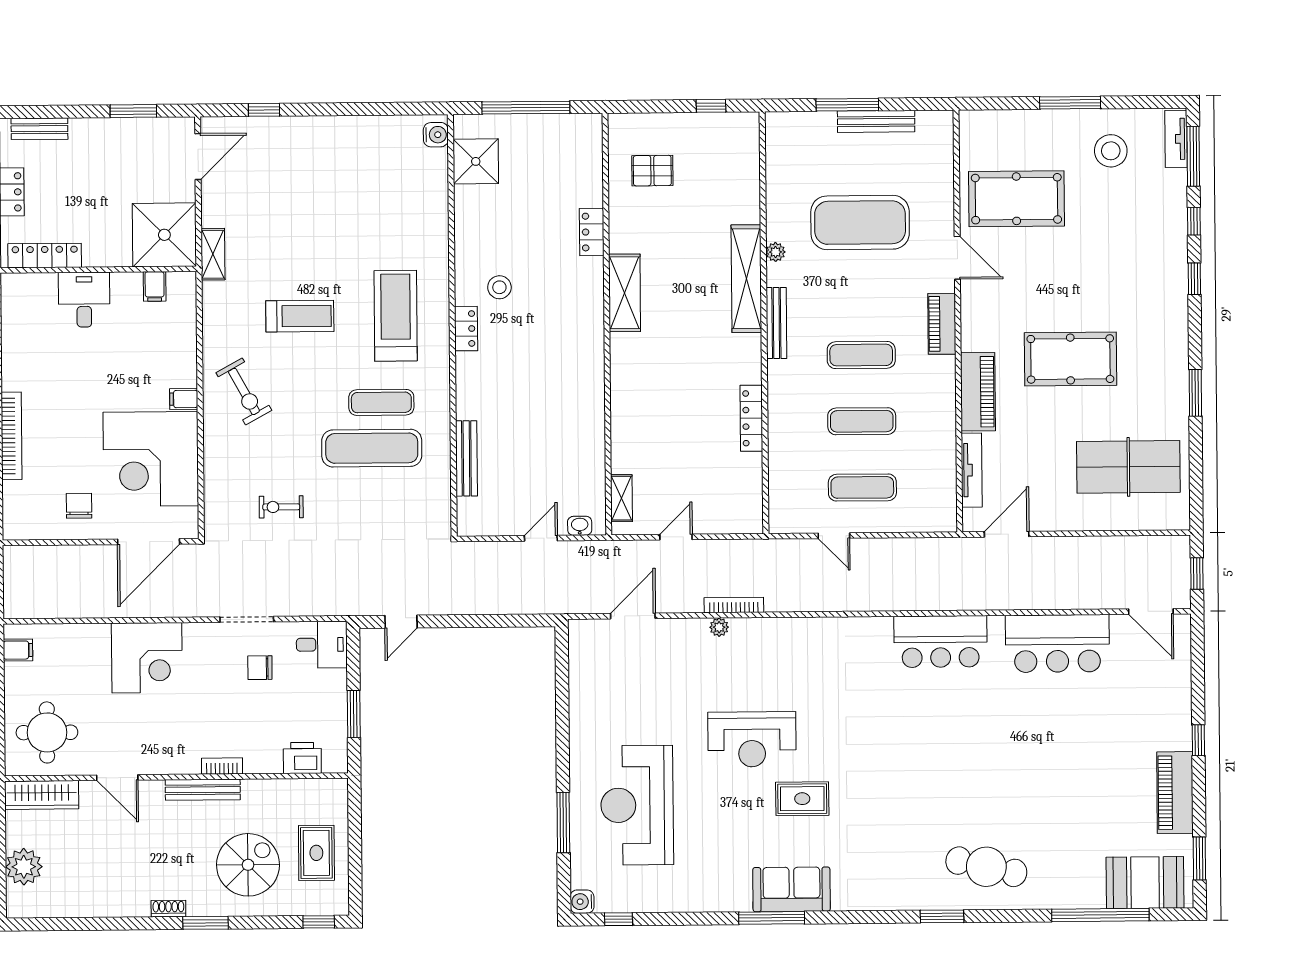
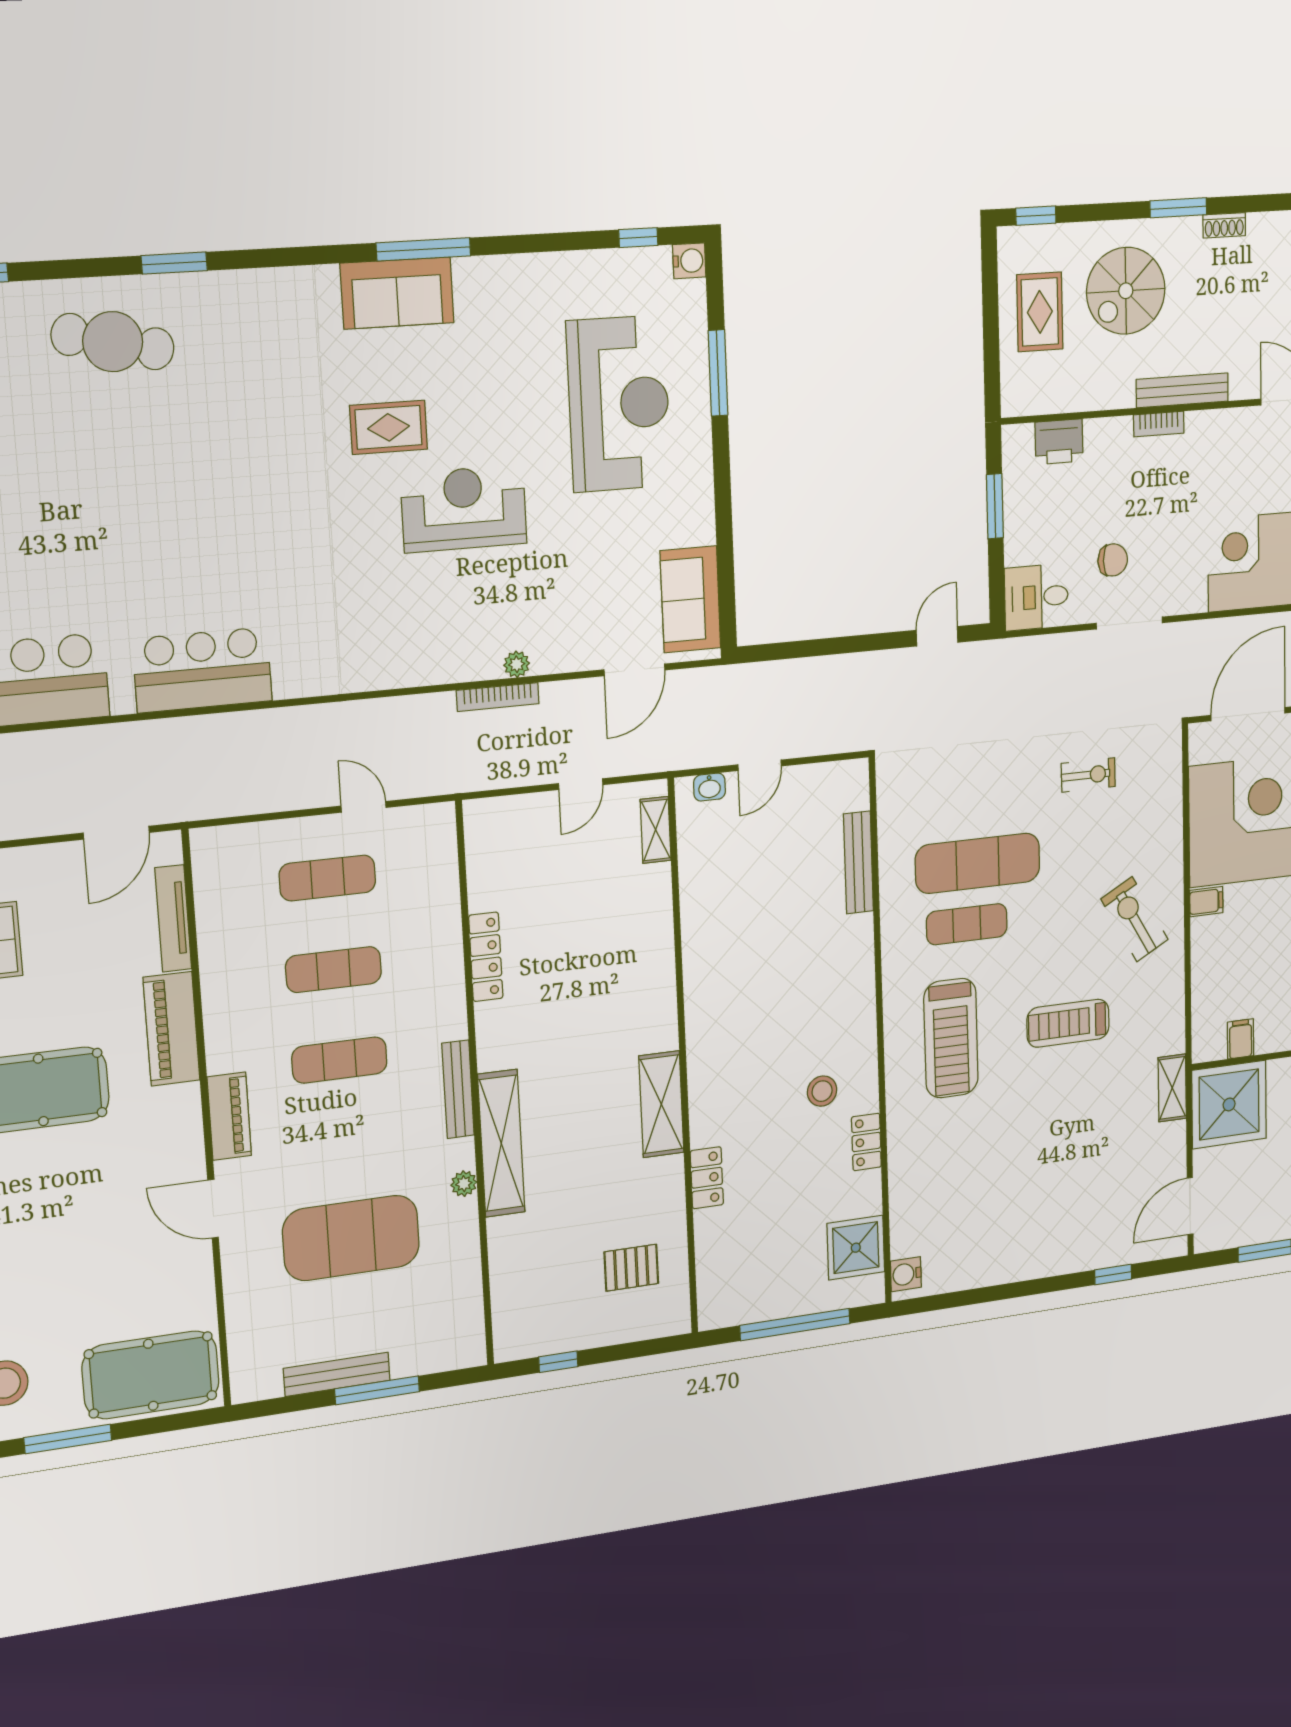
pool table: (1016, 199) -> (151, 1375), moved
locker: (466, 329) -> (866, 1142), moved
sofa: (589, 663) -> (690, 599), added

